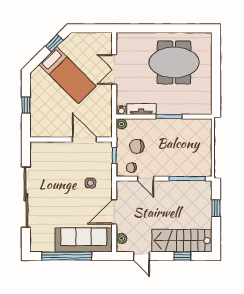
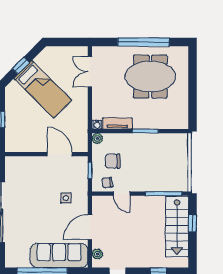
window: (167, 28) -> (144, 42), added
window: (54, 43) -> (21, 65), moved
double door: (114, 69) -> (90, 72), moved
stairs: (182, 241) -> (177, 227), moved, turned -90

